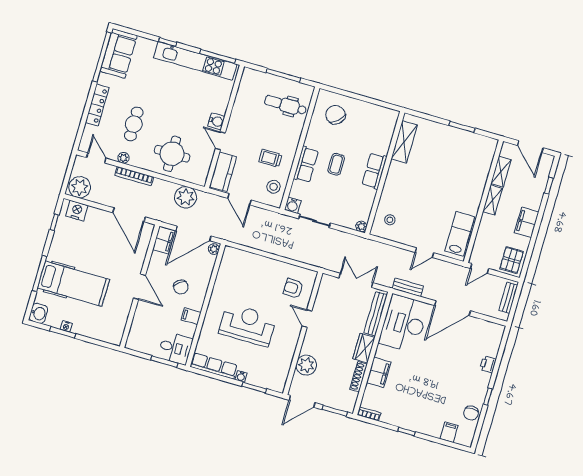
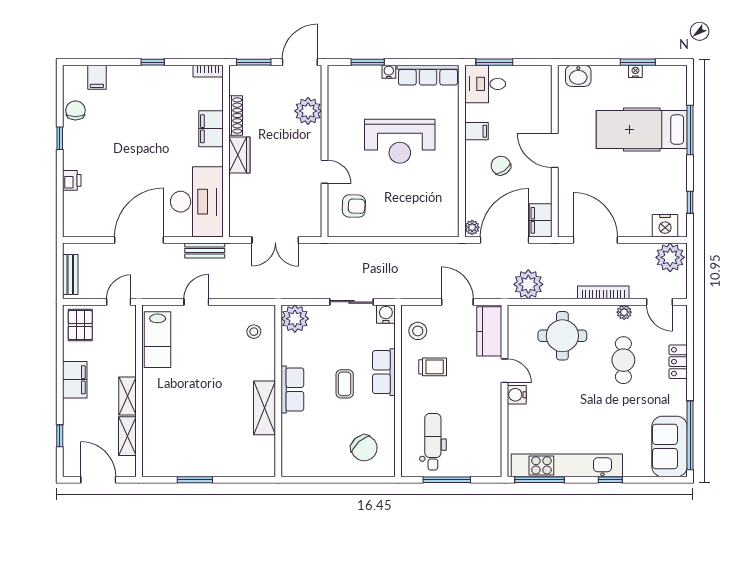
locker: (97, 105) -> (678, 362), width x0.66
dental chair: (285, 105) -> (433, 442), turned -90
shelving: (404, 142) -> (264, 408), moved
plant: (361, 227) -> (295, 319), width x1.87, depth x1.87
washbasin: (38, 313) -> (578, 76), moved, turned -90
bench: (376, 314) -> (237, 204), removed

